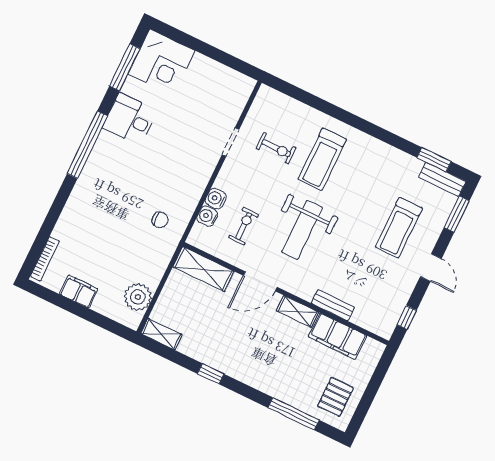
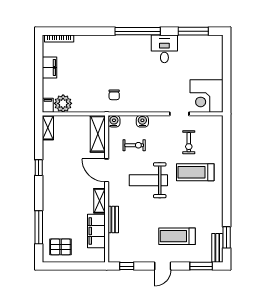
corner desk: (162, 62) -> (206, 96), moved
water cooler: (207, 216) -> (114, 121), moved
filing cabinet: (130, 319) -> (48, 105), added

